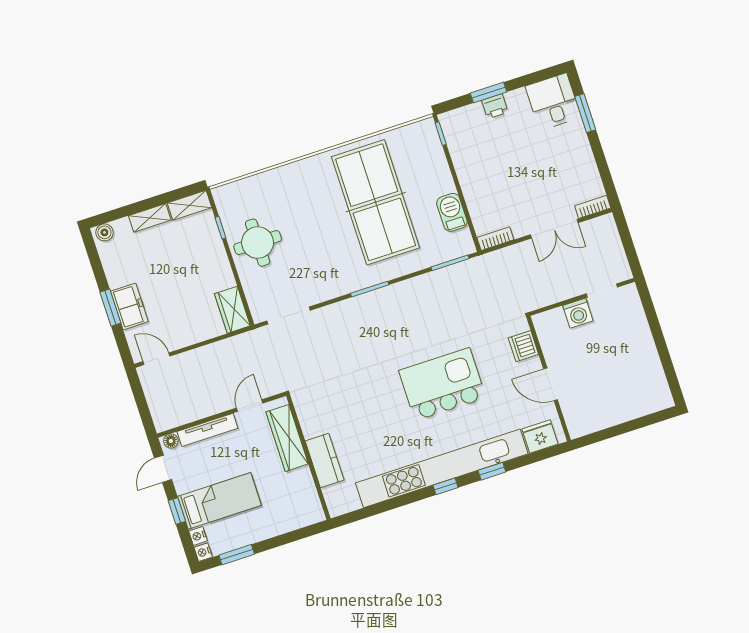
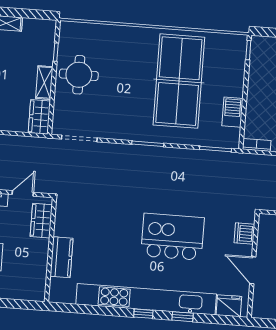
shelving: (189, 205) -> (44, 83), moved, turned 90
wardrobe: (287, 438) -> (41, 221), width x0.67

